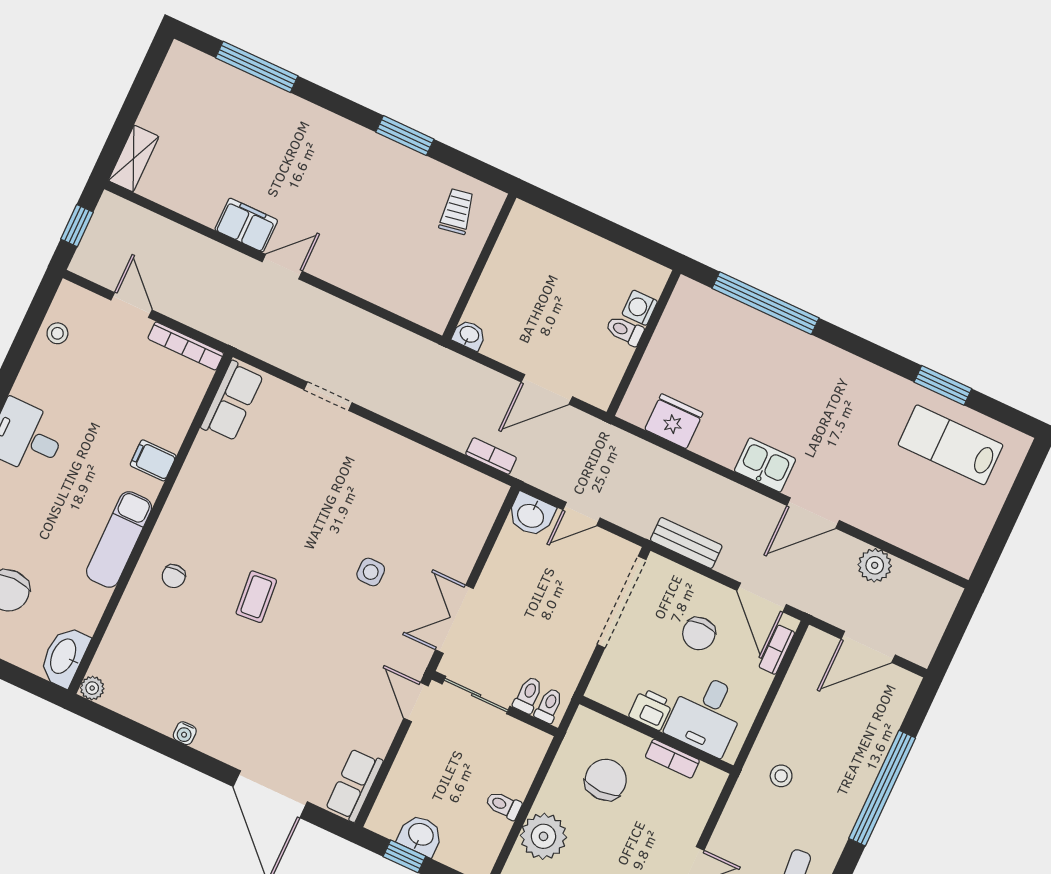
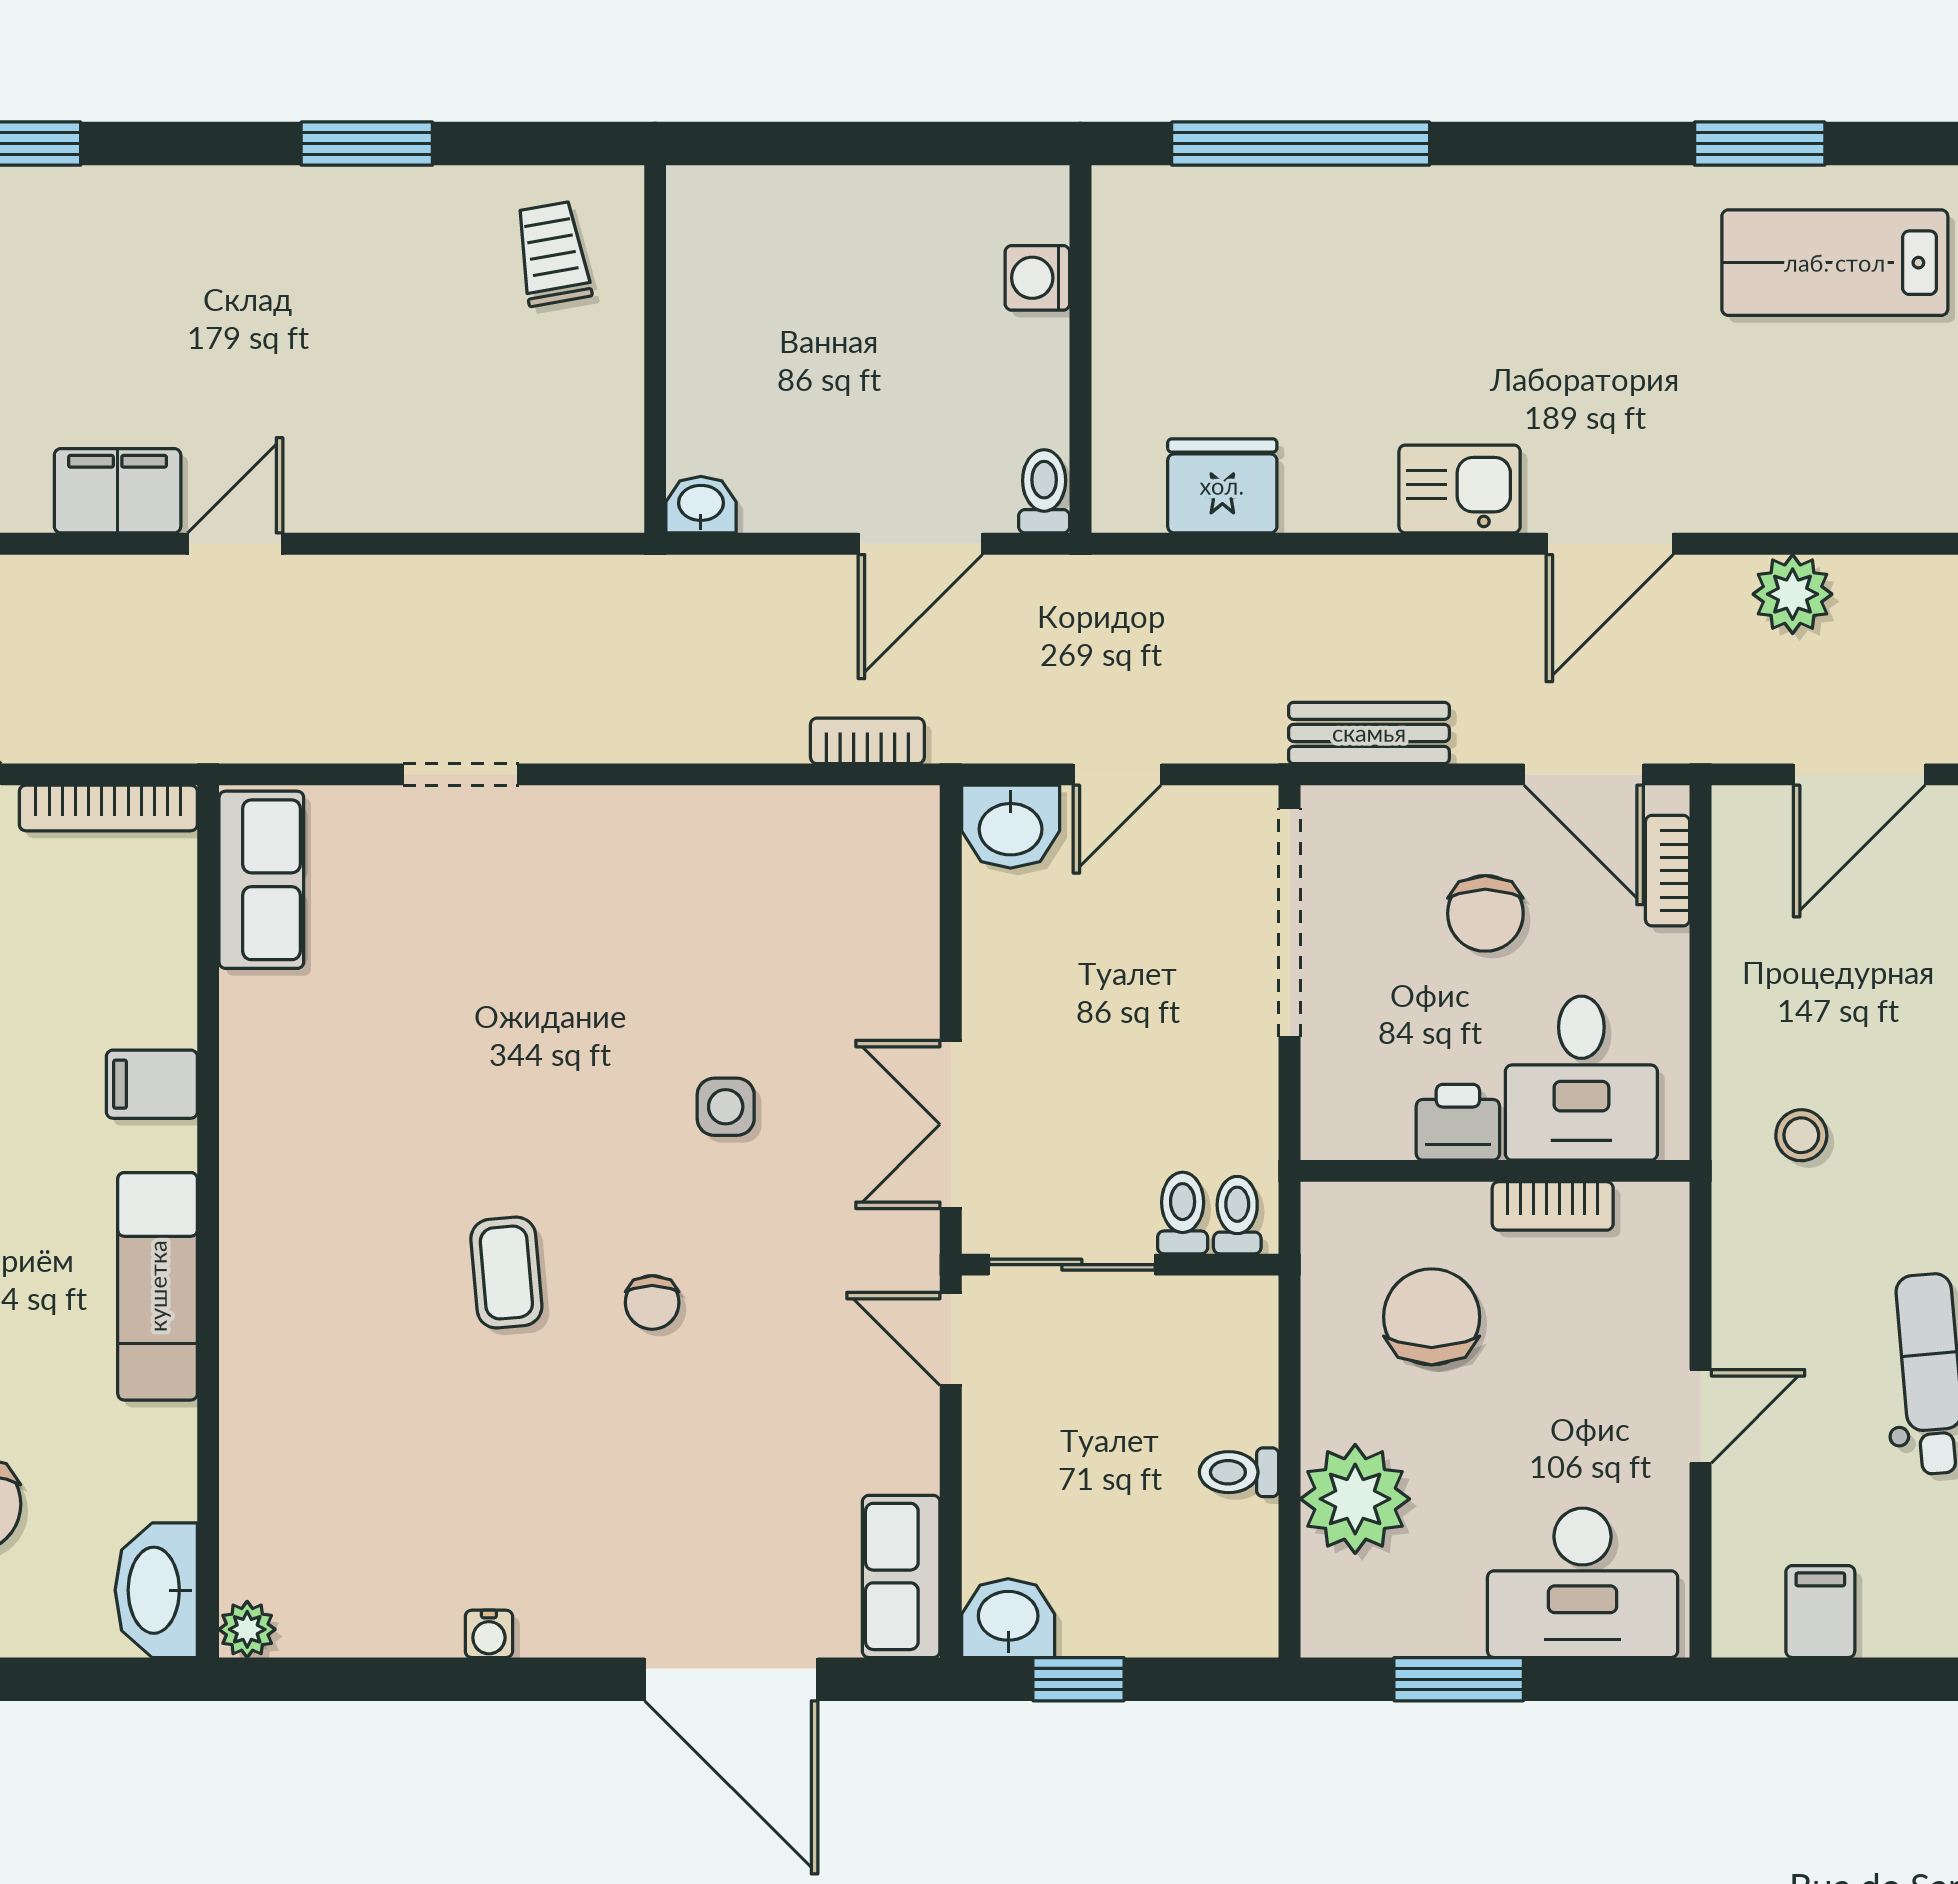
toilet: (625, 331) -> (1044, 491), moved, turned 90
chair: (174, 576) -> (652, 1302), moved
washbasin: (421, 835) -> (1008, 1618), moved

